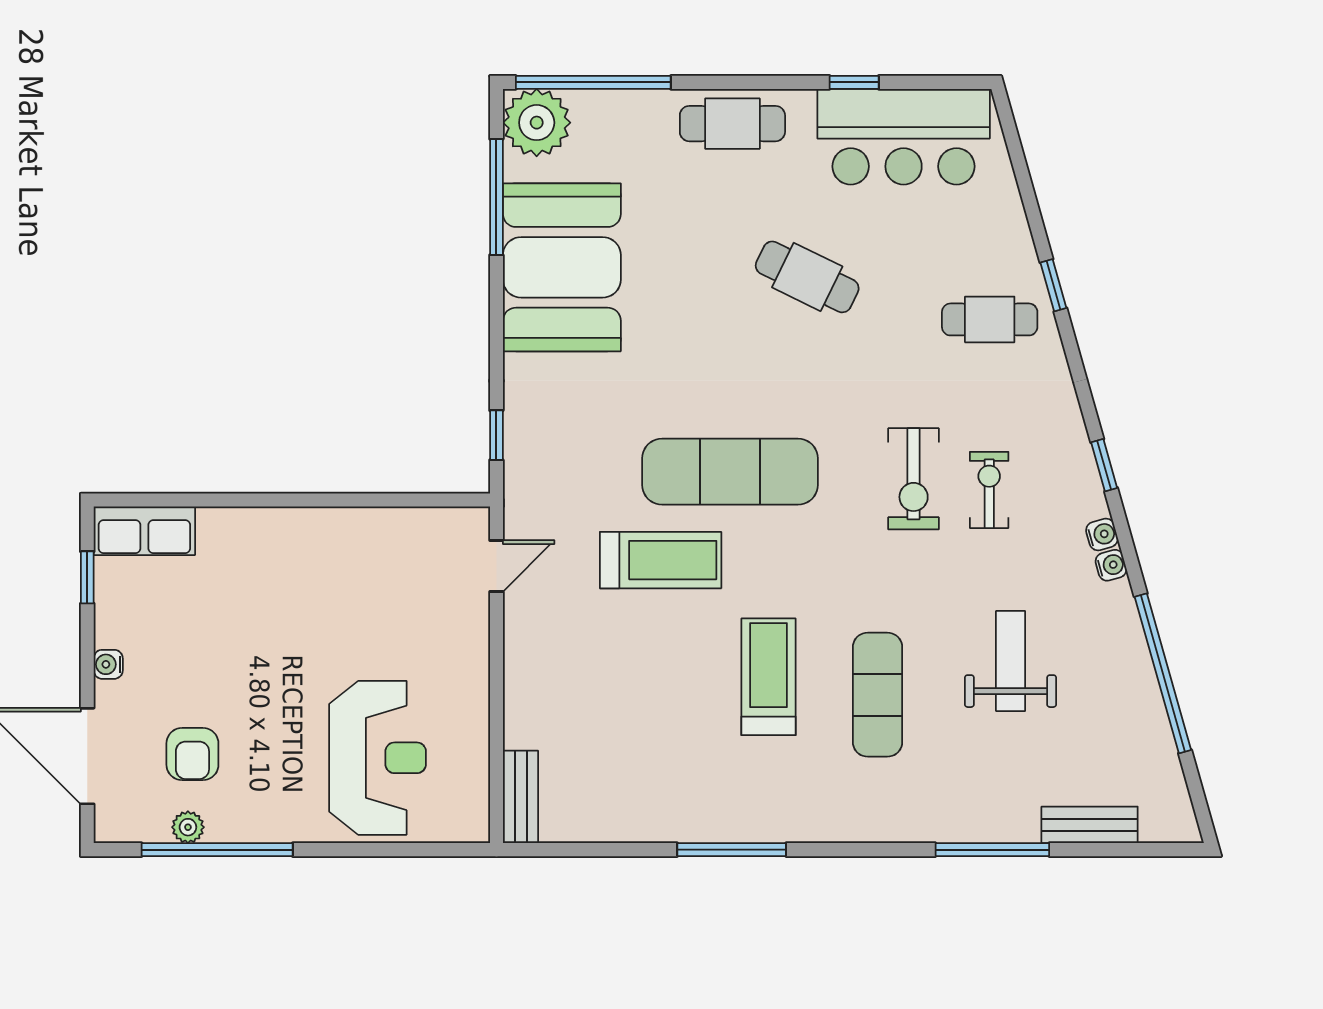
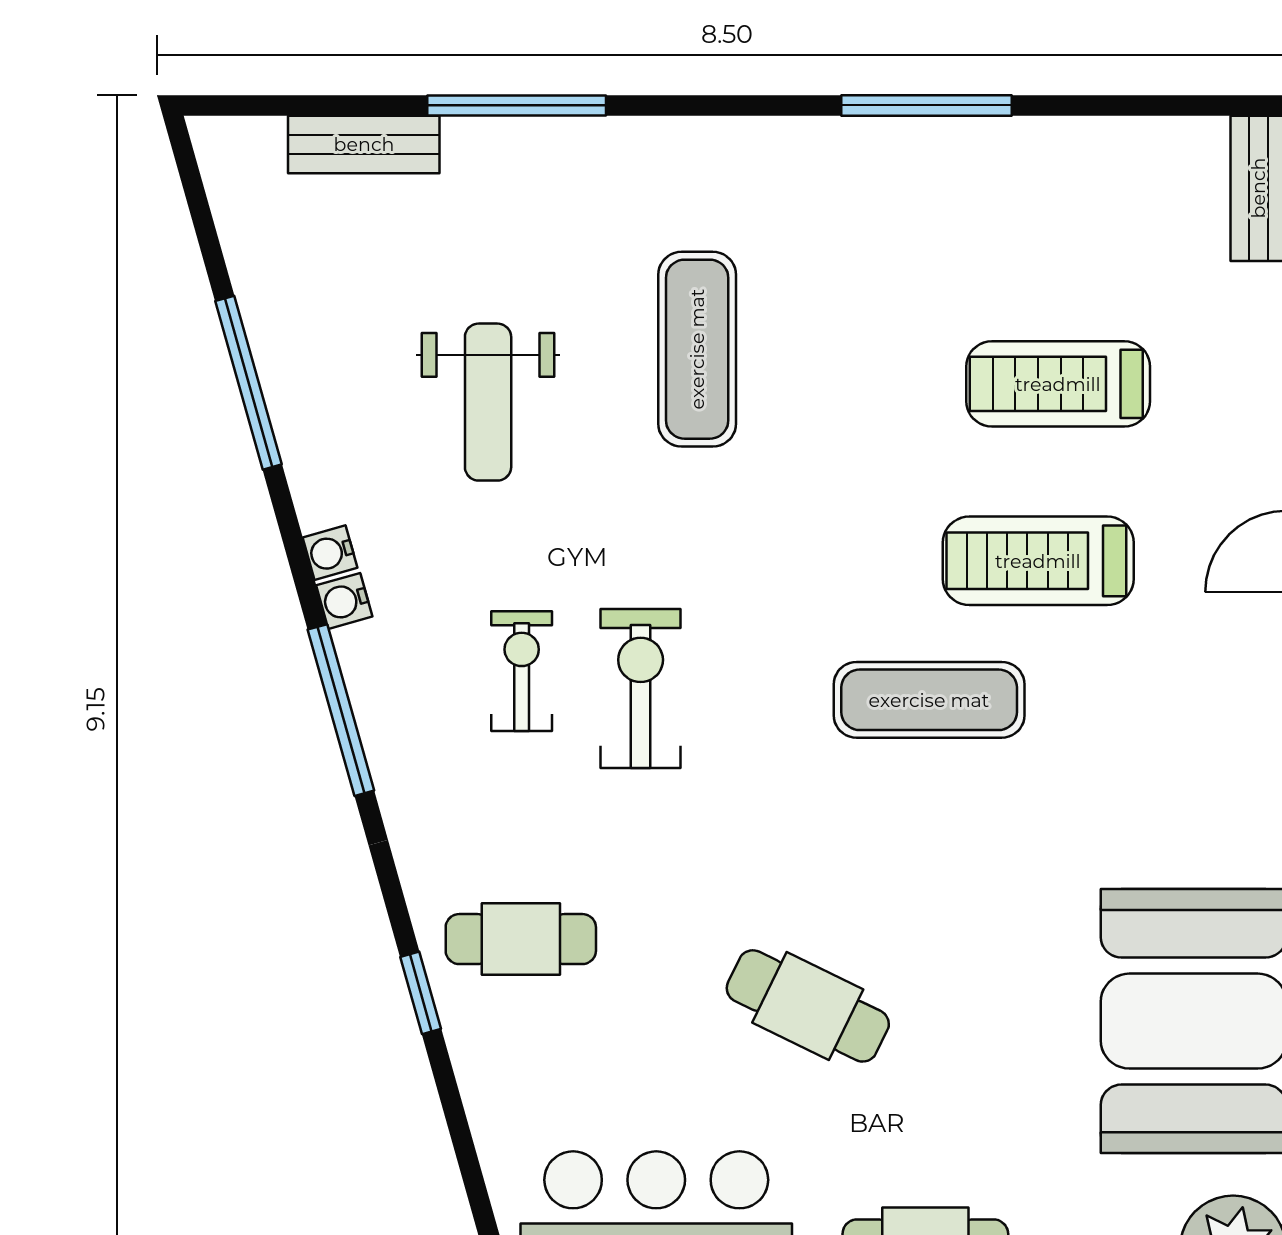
window: (1104, 465) -> (341, 710), width x2.17
exercise mat: (730, 472) -> (929, 700), width x0.73, depth x0.69
exercise bike: (989, 490) -> (522, 671), turned 180
window: (1163, 673) -> (249, 383), width x0.68
treadmill: (768, 677) -> (1058, 384), moved, turned 90

